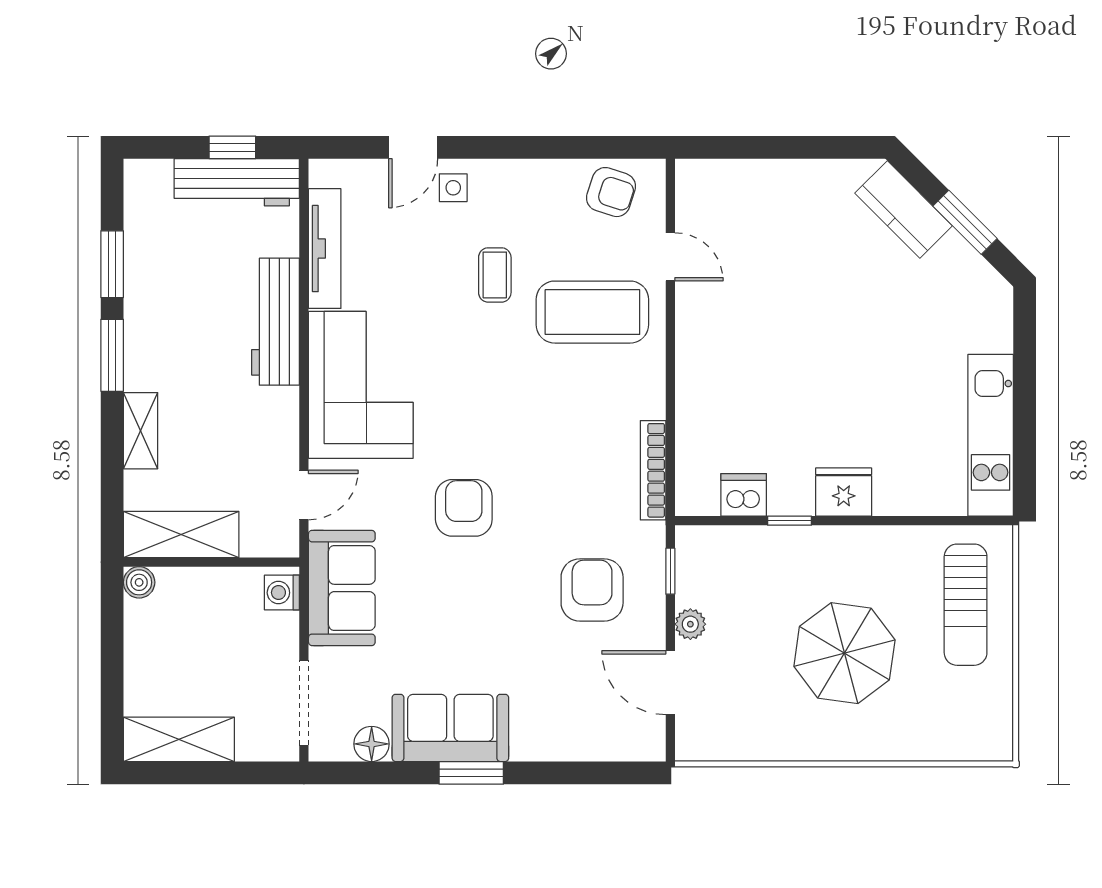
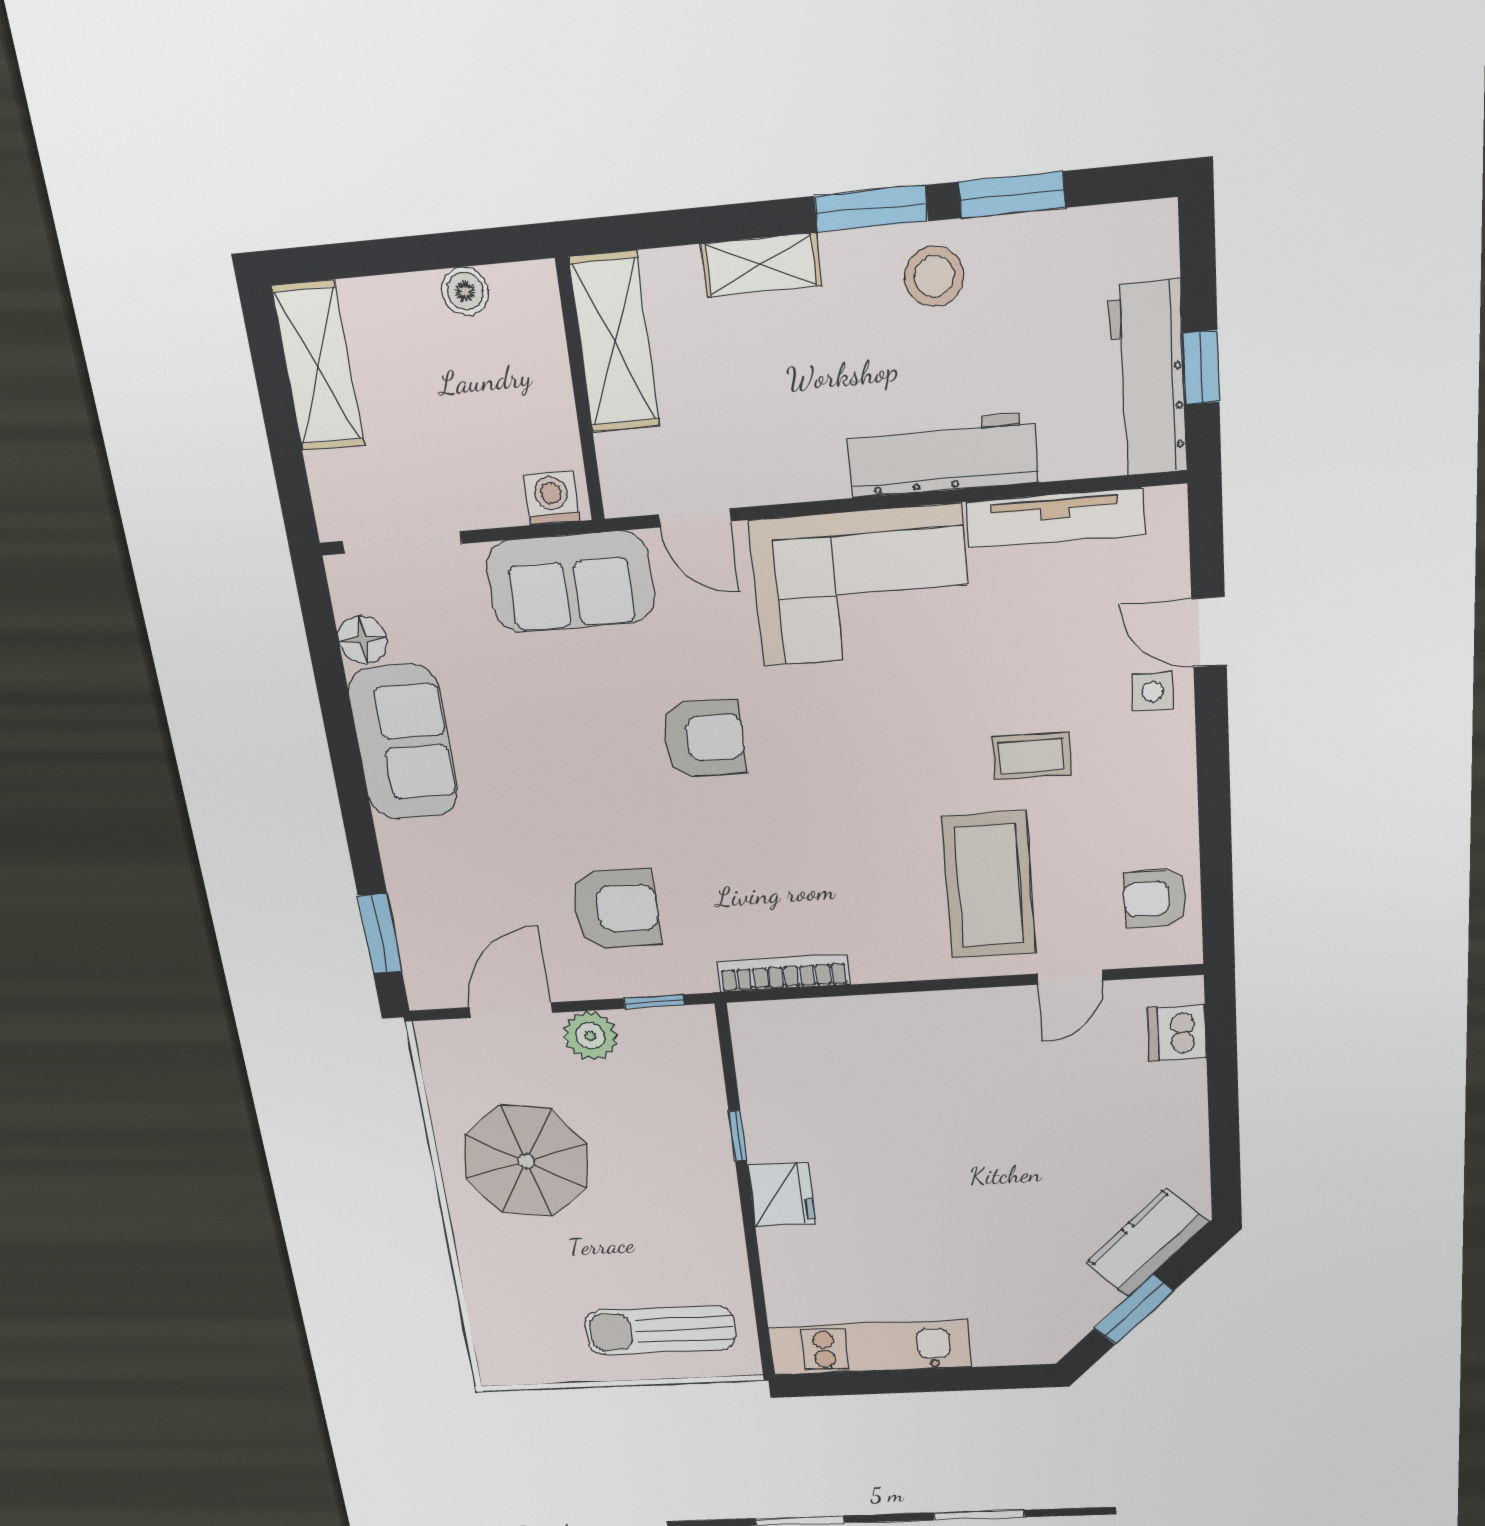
armchair: (611, 192) -> (1155, 898), turned 72
stool: (158, 318) -> (934, 276), added
dishwasher: (744, 495) -> (1177, 1033), moved, turned 180
boiler: (139, 582) -> (465, 291), moved
plant: (690, 624) -> (590, 1036), width x1.38, depth x1.38
parasol: (844, 653) -> (526, 1161), moved
window: (471, 773) -> (380, 934), moved

